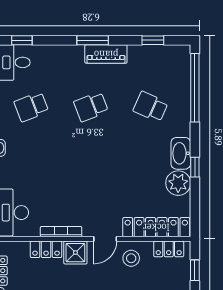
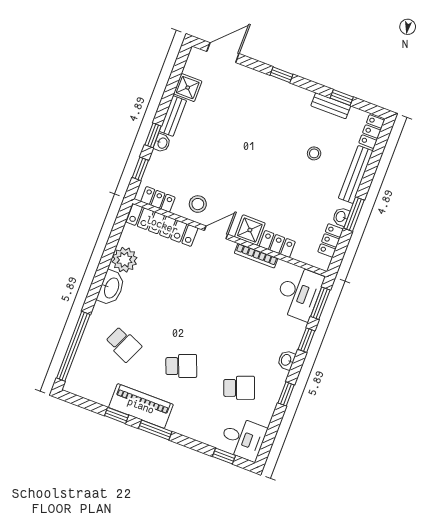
window: (153, 40) -> (117, 415), moved
piano: (106, 54) -> (141, 406), width x1.37, depth x1.33
window: (195, 167) -> (102, 269), removed

